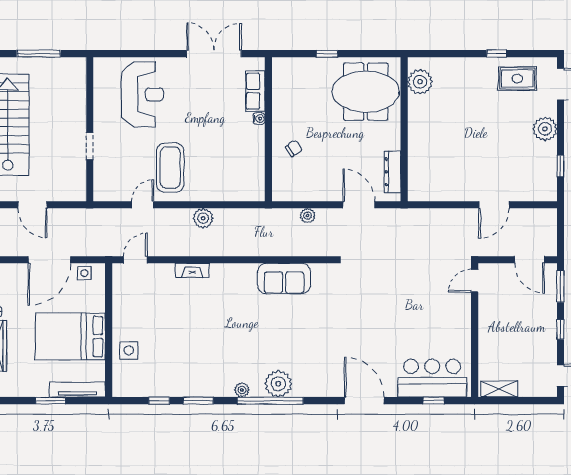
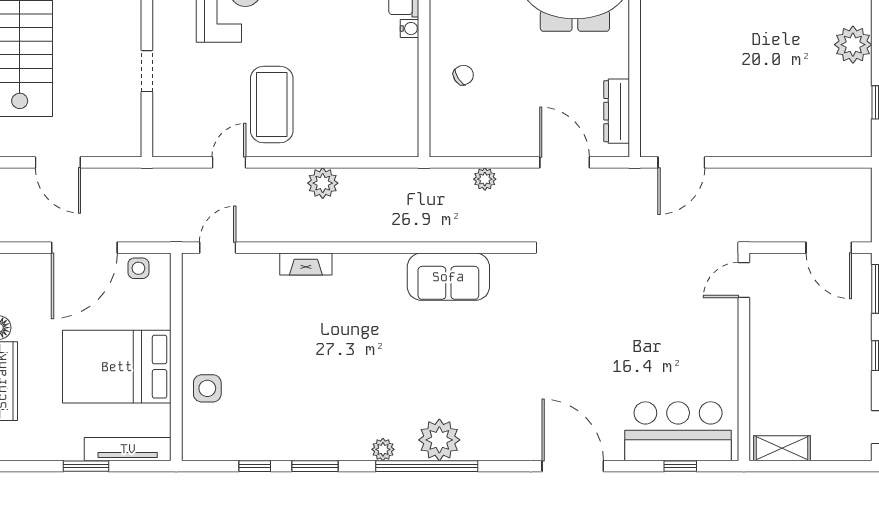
door: (494, 205) -> (681, 162), moved

